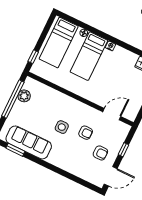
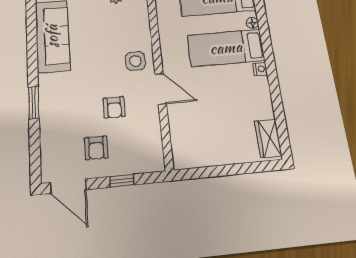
door: (112, 114) -> (161, 89), moved
side table: (62, 127) -> (135, 61), moved
window: (15, 150) -> (34, 103), moved

